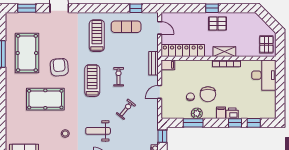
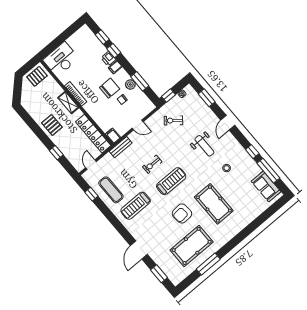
window: (212, 8) -> (56, 153), moved
treadmill: (92, 81) -> (171, 181), turned 180
exercise bike: (126, 109) -> (173, 120), moved

